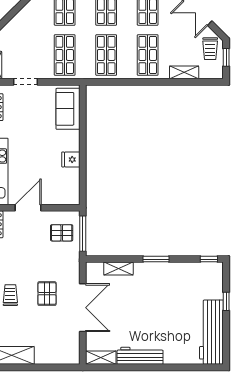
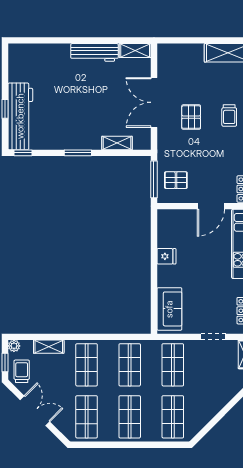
plant: (218, 73) -> (14, 346), added
workbench: (211, 332) -> (20, 116), moved

